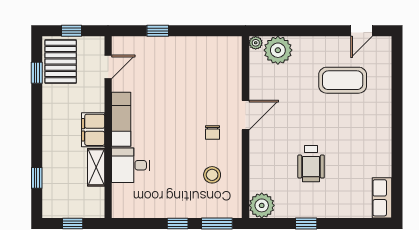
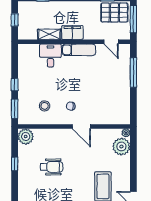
window: (71, 31) -> (133, 19), width x2.17
window: (158, 31) -> (133, 72), width x2.17
wheelchair: (311, 164) -> (52, 167), turned 180

